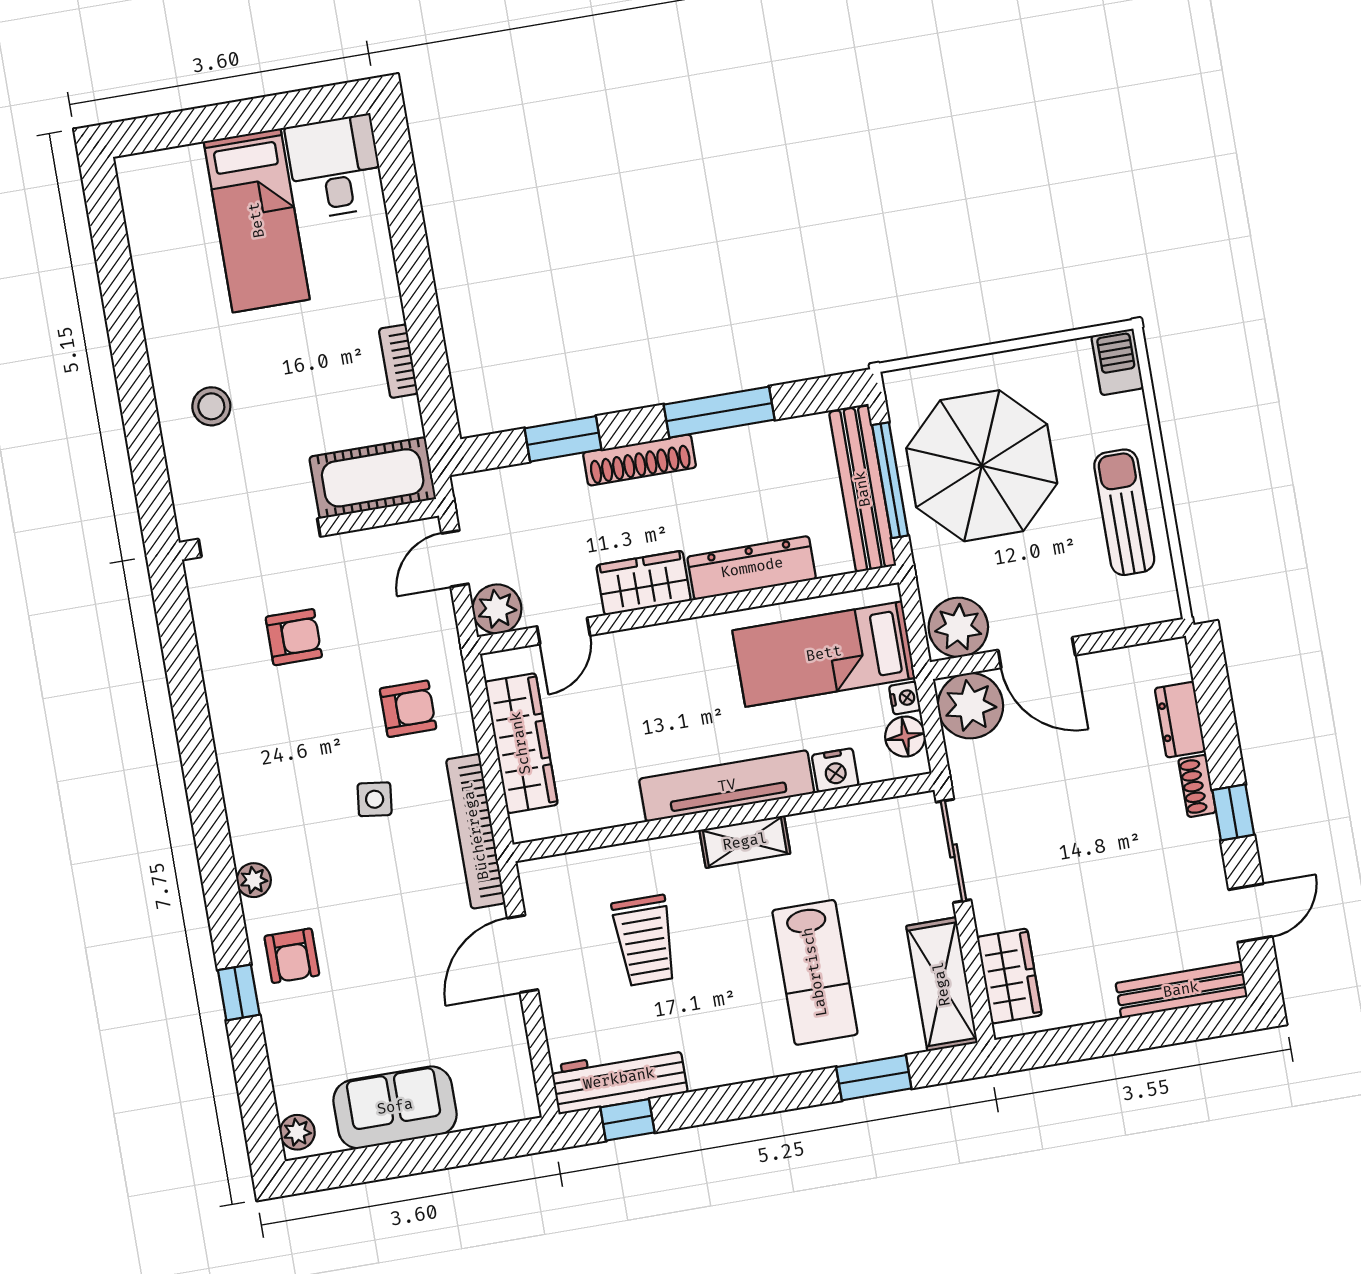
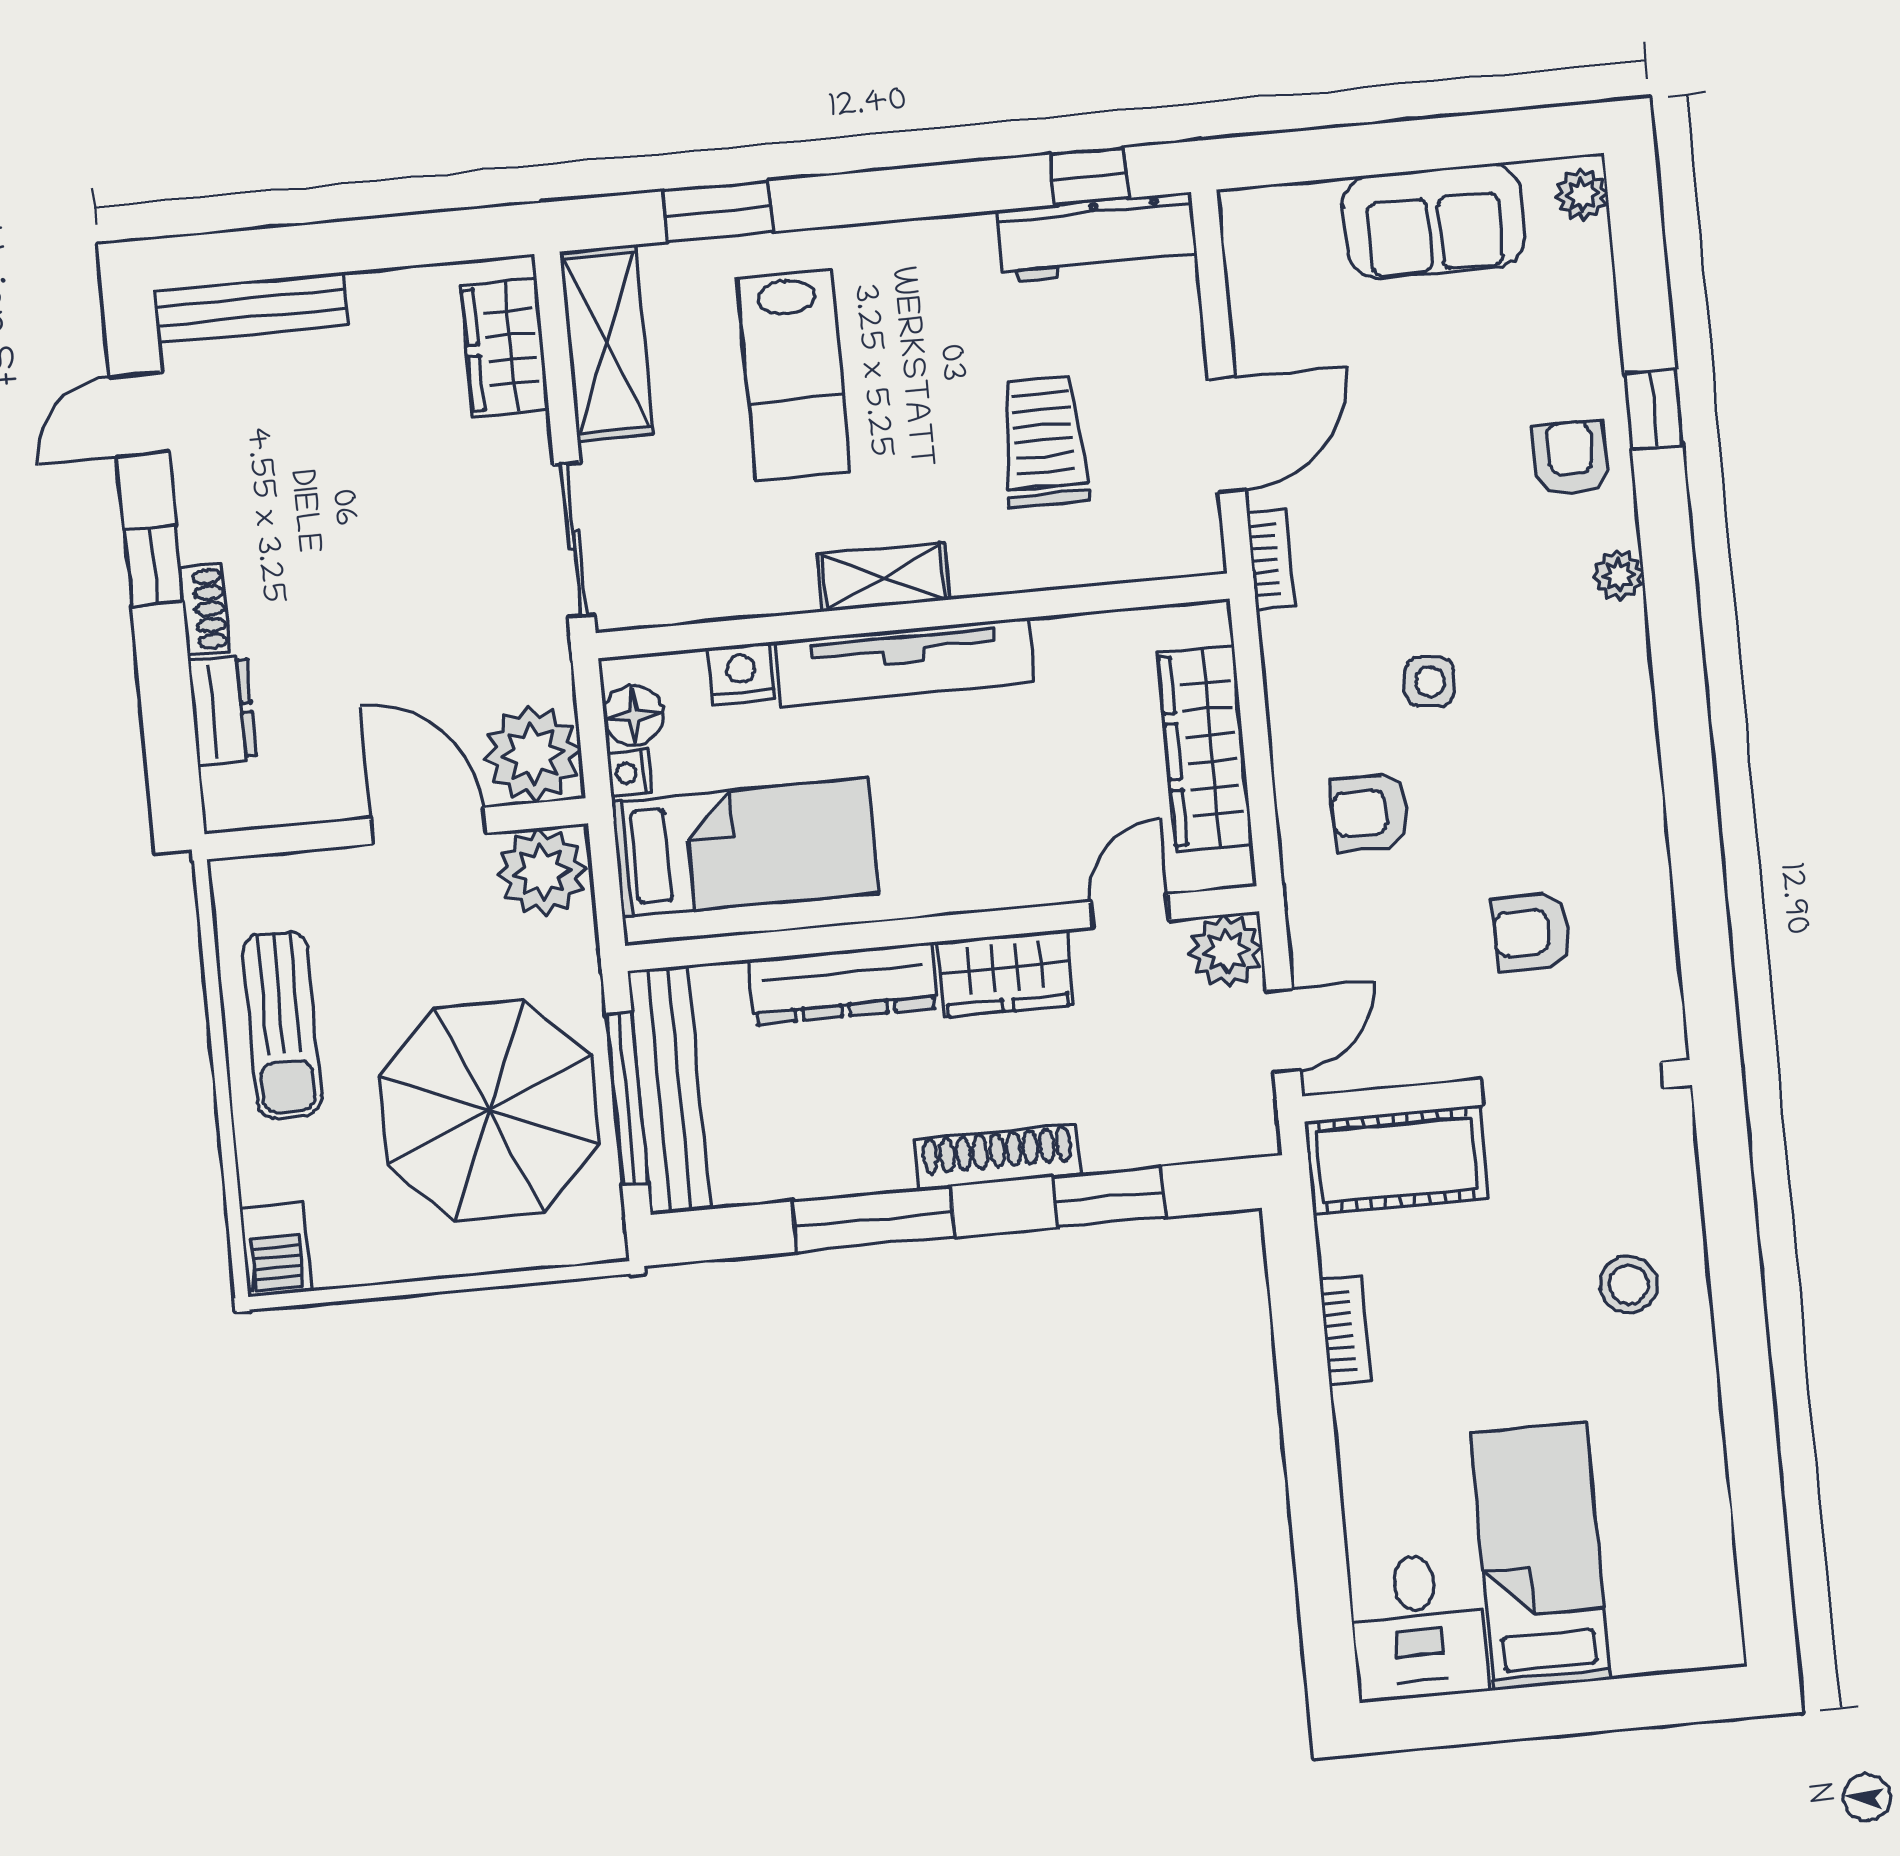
bookcase: (476, 831) -> (1271, 559), width x0.43, depth x0.76
lab bench: (815, 972) -> (794, 375), turned 180

